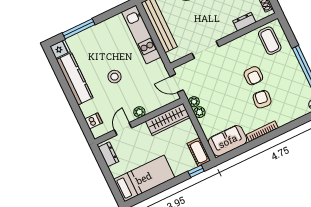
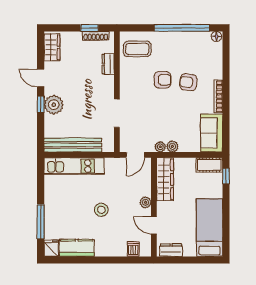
kitchen counter: (75, 79) -> (77, 248), width x0.67

